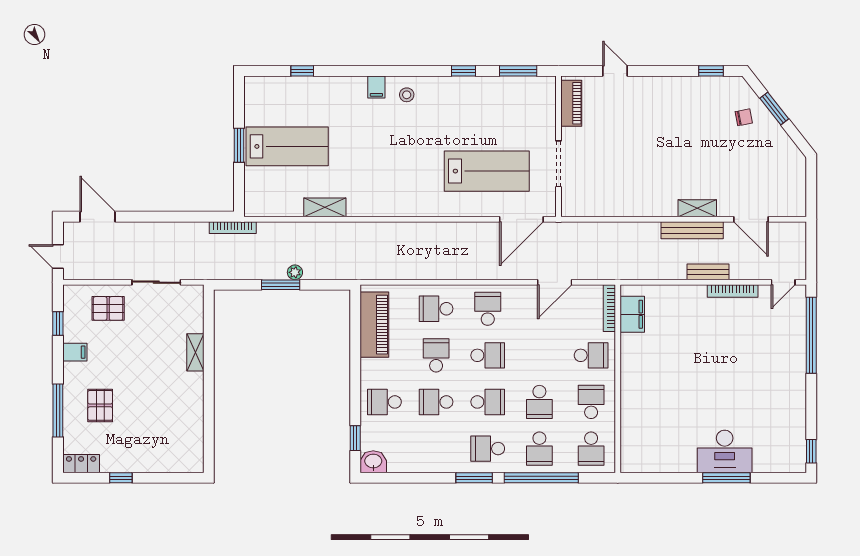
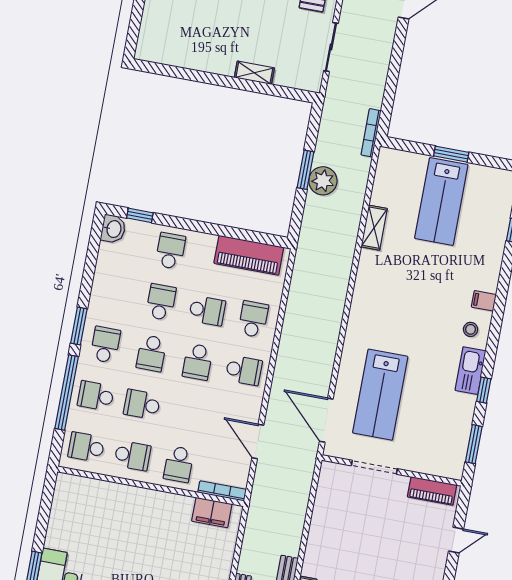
kitchen sink: (447, 87) -> (470, 371), added
plant: (295, 272) -> (323, 181), width x1.87, depth x1.87

